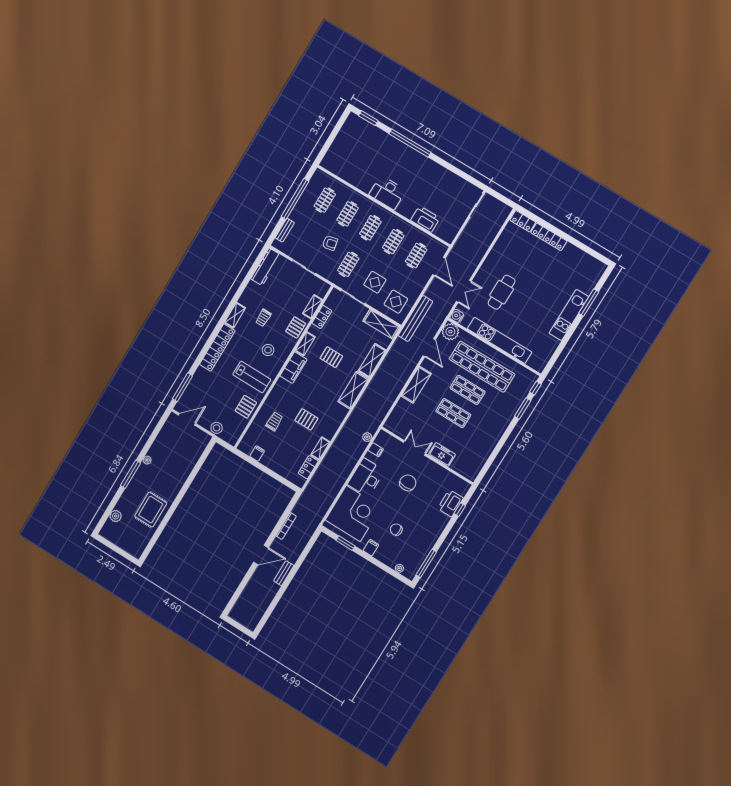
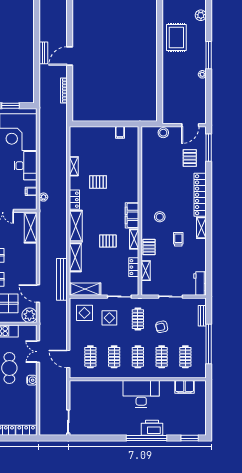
filing cabinet: (343, 171) -> (184, 387), added
desk: (387, 193) -> (141, 394), width x1.36, depth x1.30
printer: (425, 219) -> (152, 428), moved, turned 180
workbench: (266, 267) -> (200, 284), width x0.73
water cooler: (457, 316) -> (32, 380), moved
bench: (415, 318) -> (62, 279), moved
lab bench: (252, 377) -> (160, 188), removed
shelving: (416, 385) -> (31, 228), moved
pallet: (246, 407) -> (190, 158), moved
trolley: (274, 422) -> (122, 165), removed
locker: (308, 467) -> (74, 200), moved

